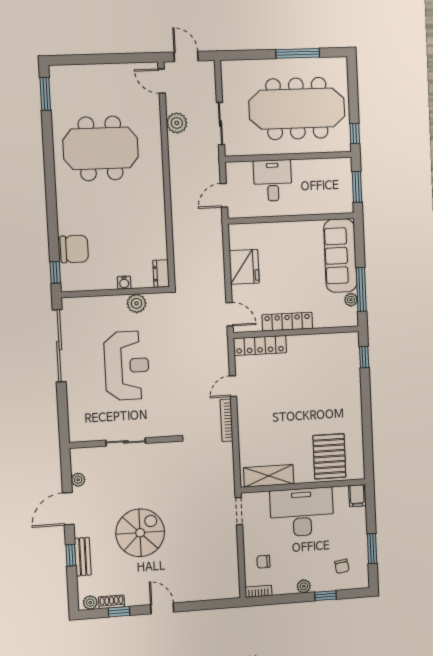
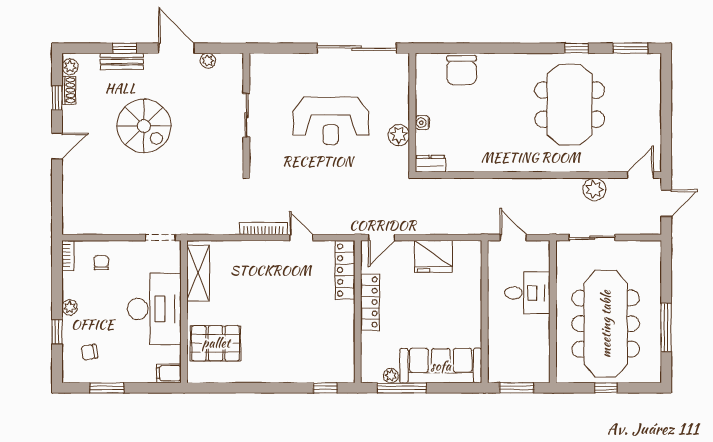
window: (355, 134) -> (606, 388), moved
window: (55, 272) -> (577, 48), moved

